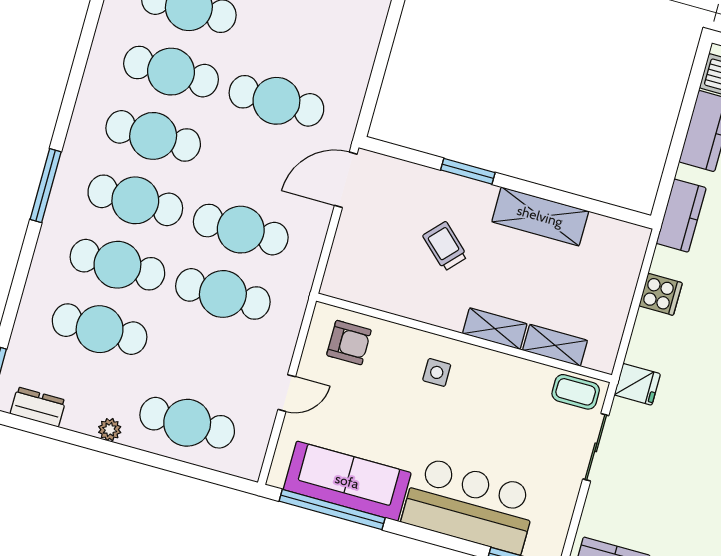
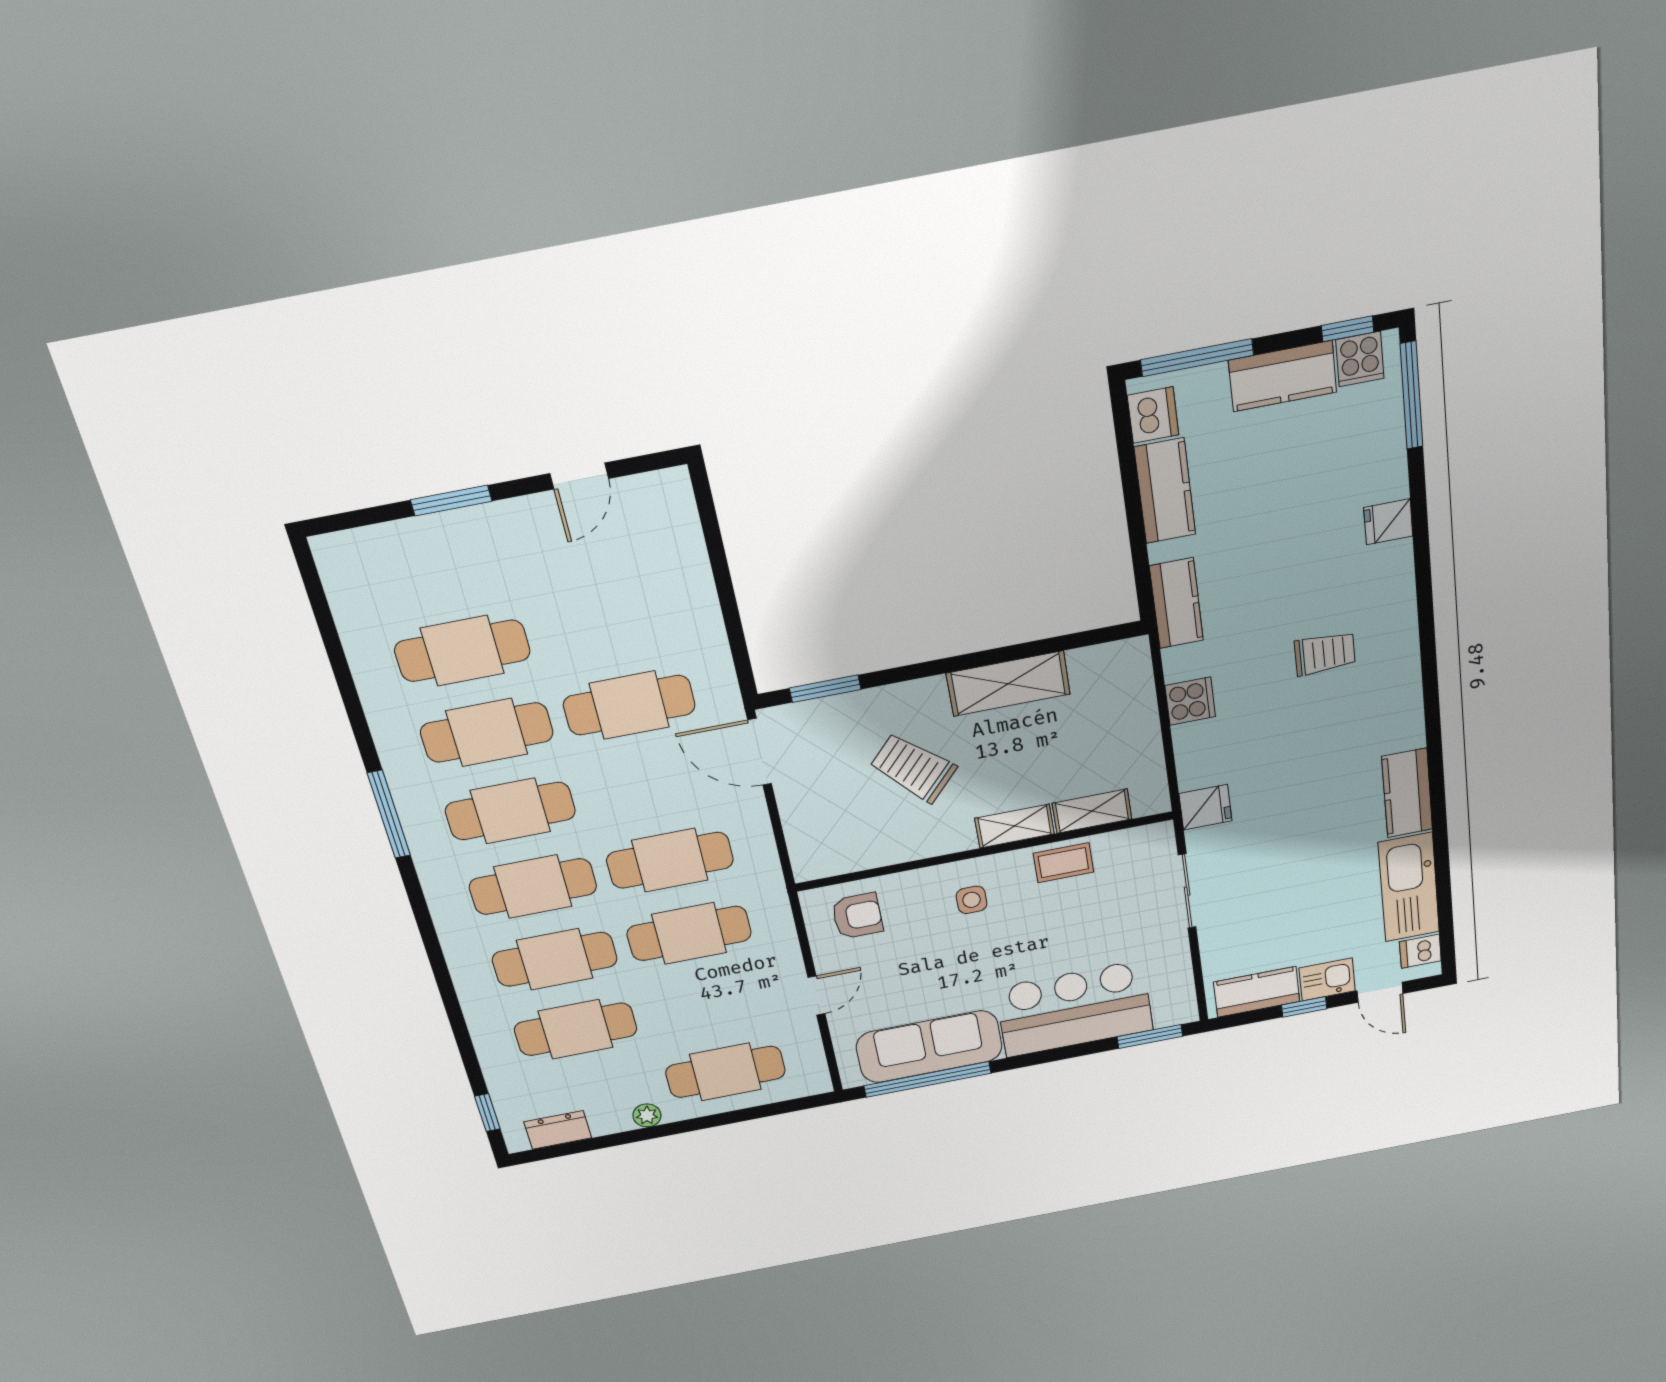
window: (468, 171) -> (825, 689), moved
door: (346, 180) -> (760, 752), hinge flipped
window: (46, 186) -> (389, 814), moved
trolley: (445, 246) -> (913, 768), width x1.36, depth x1.39
coffee table: (576, 392) -> (1063, 863), moved

